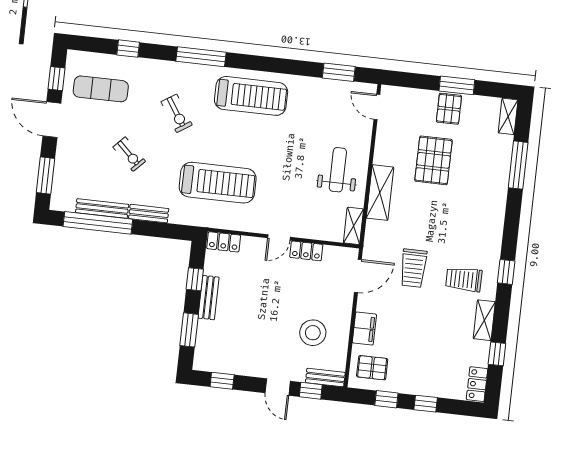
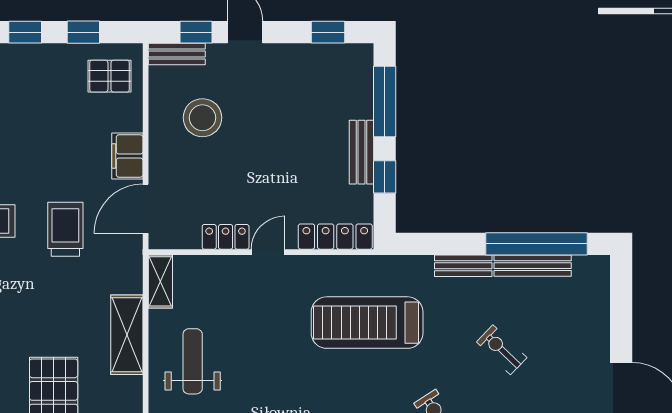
weight bench: (338, 170) -> (193, 361), turned 180
window: (46, 176) -> (621, 305), removed
locker: (224, 242) -> (335, 237), width x1.53
filing cabinet: (364, 329) -> (127, 156), moved
window: (189, 330) -> (385, 101), width x1.44

